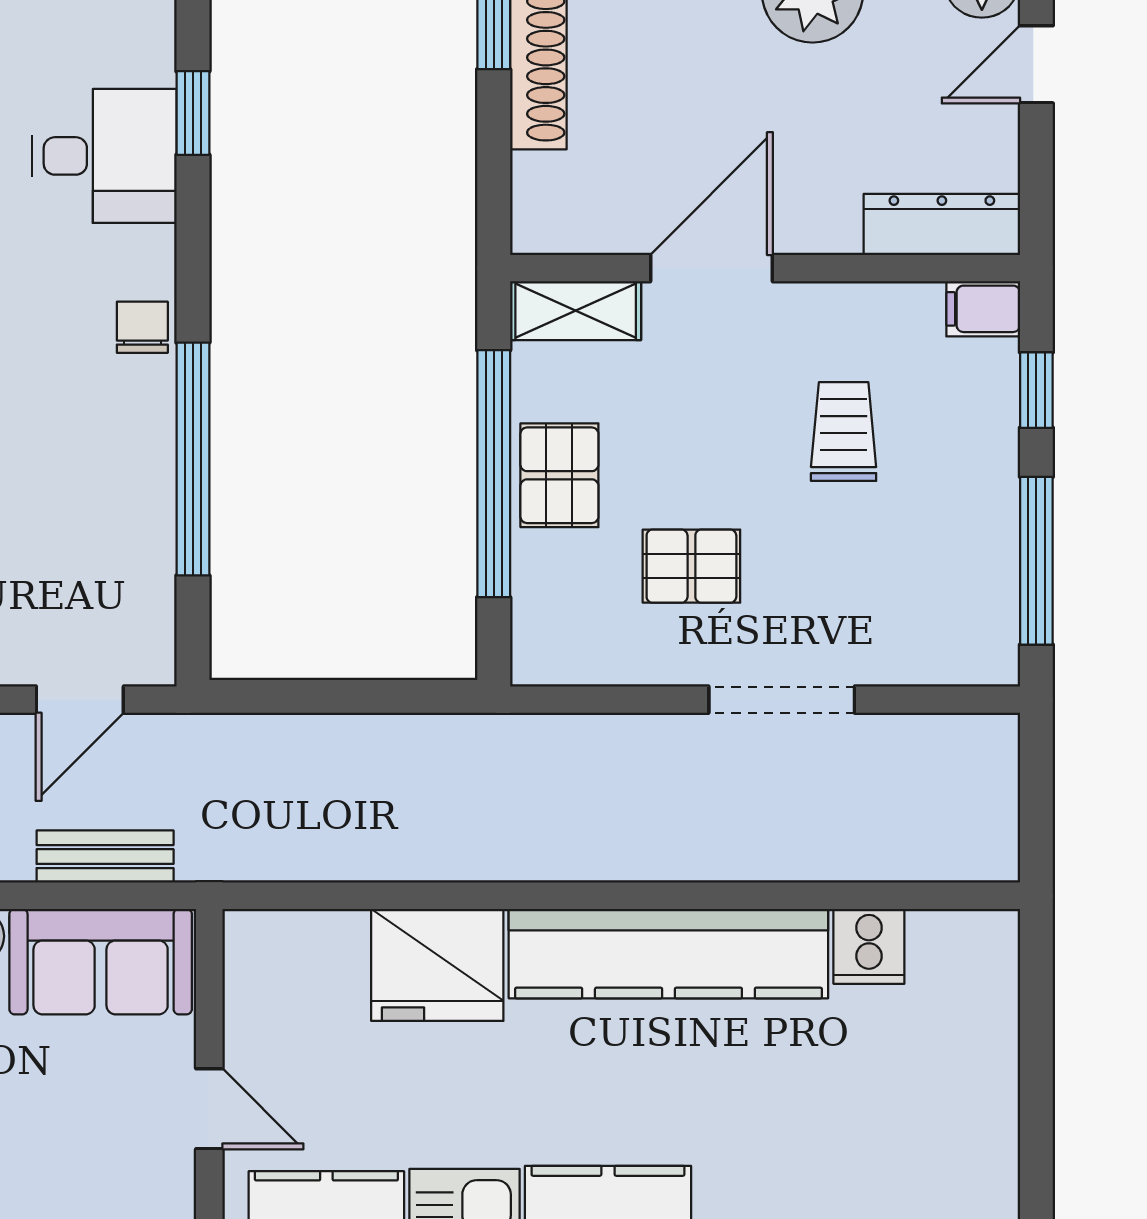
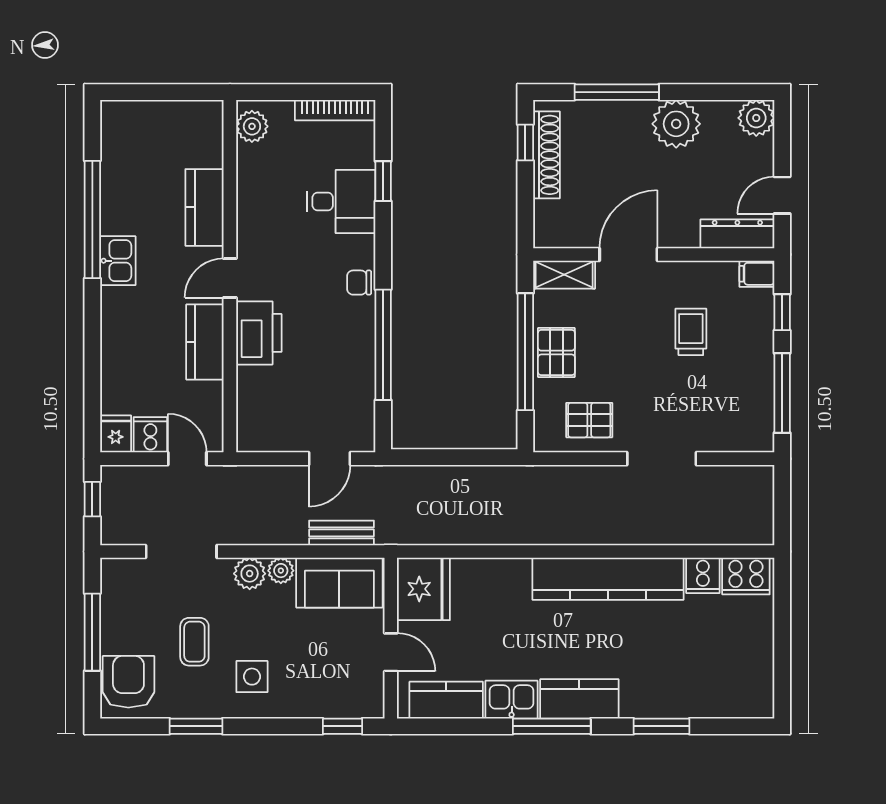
door: (1036, 64) -> (782, 195), moved
chair: (142, 327) -> (359, 283), turned -90
pallet: (691, 566) -> (589, 420), moved
cooker: (960, 948) -> (746, 576), added
fridge: (437, 965) -> (423, 589), moved, turned -90

